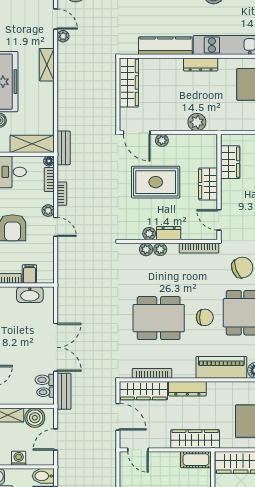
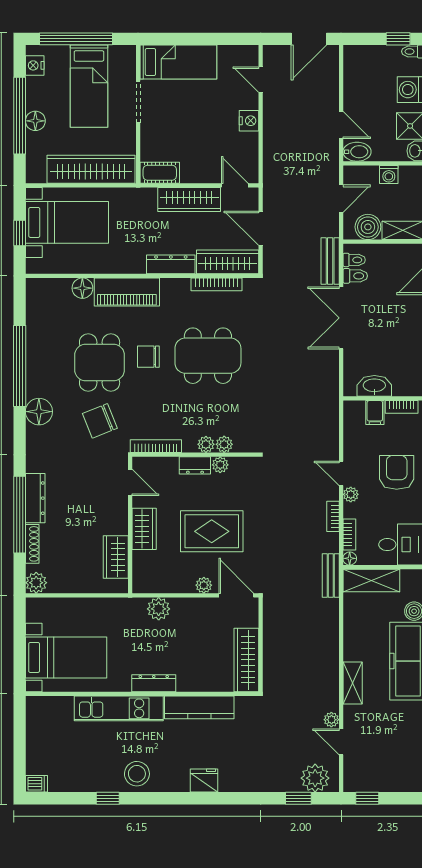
wardrobe: (195, 439) -> (189, 200), moved

